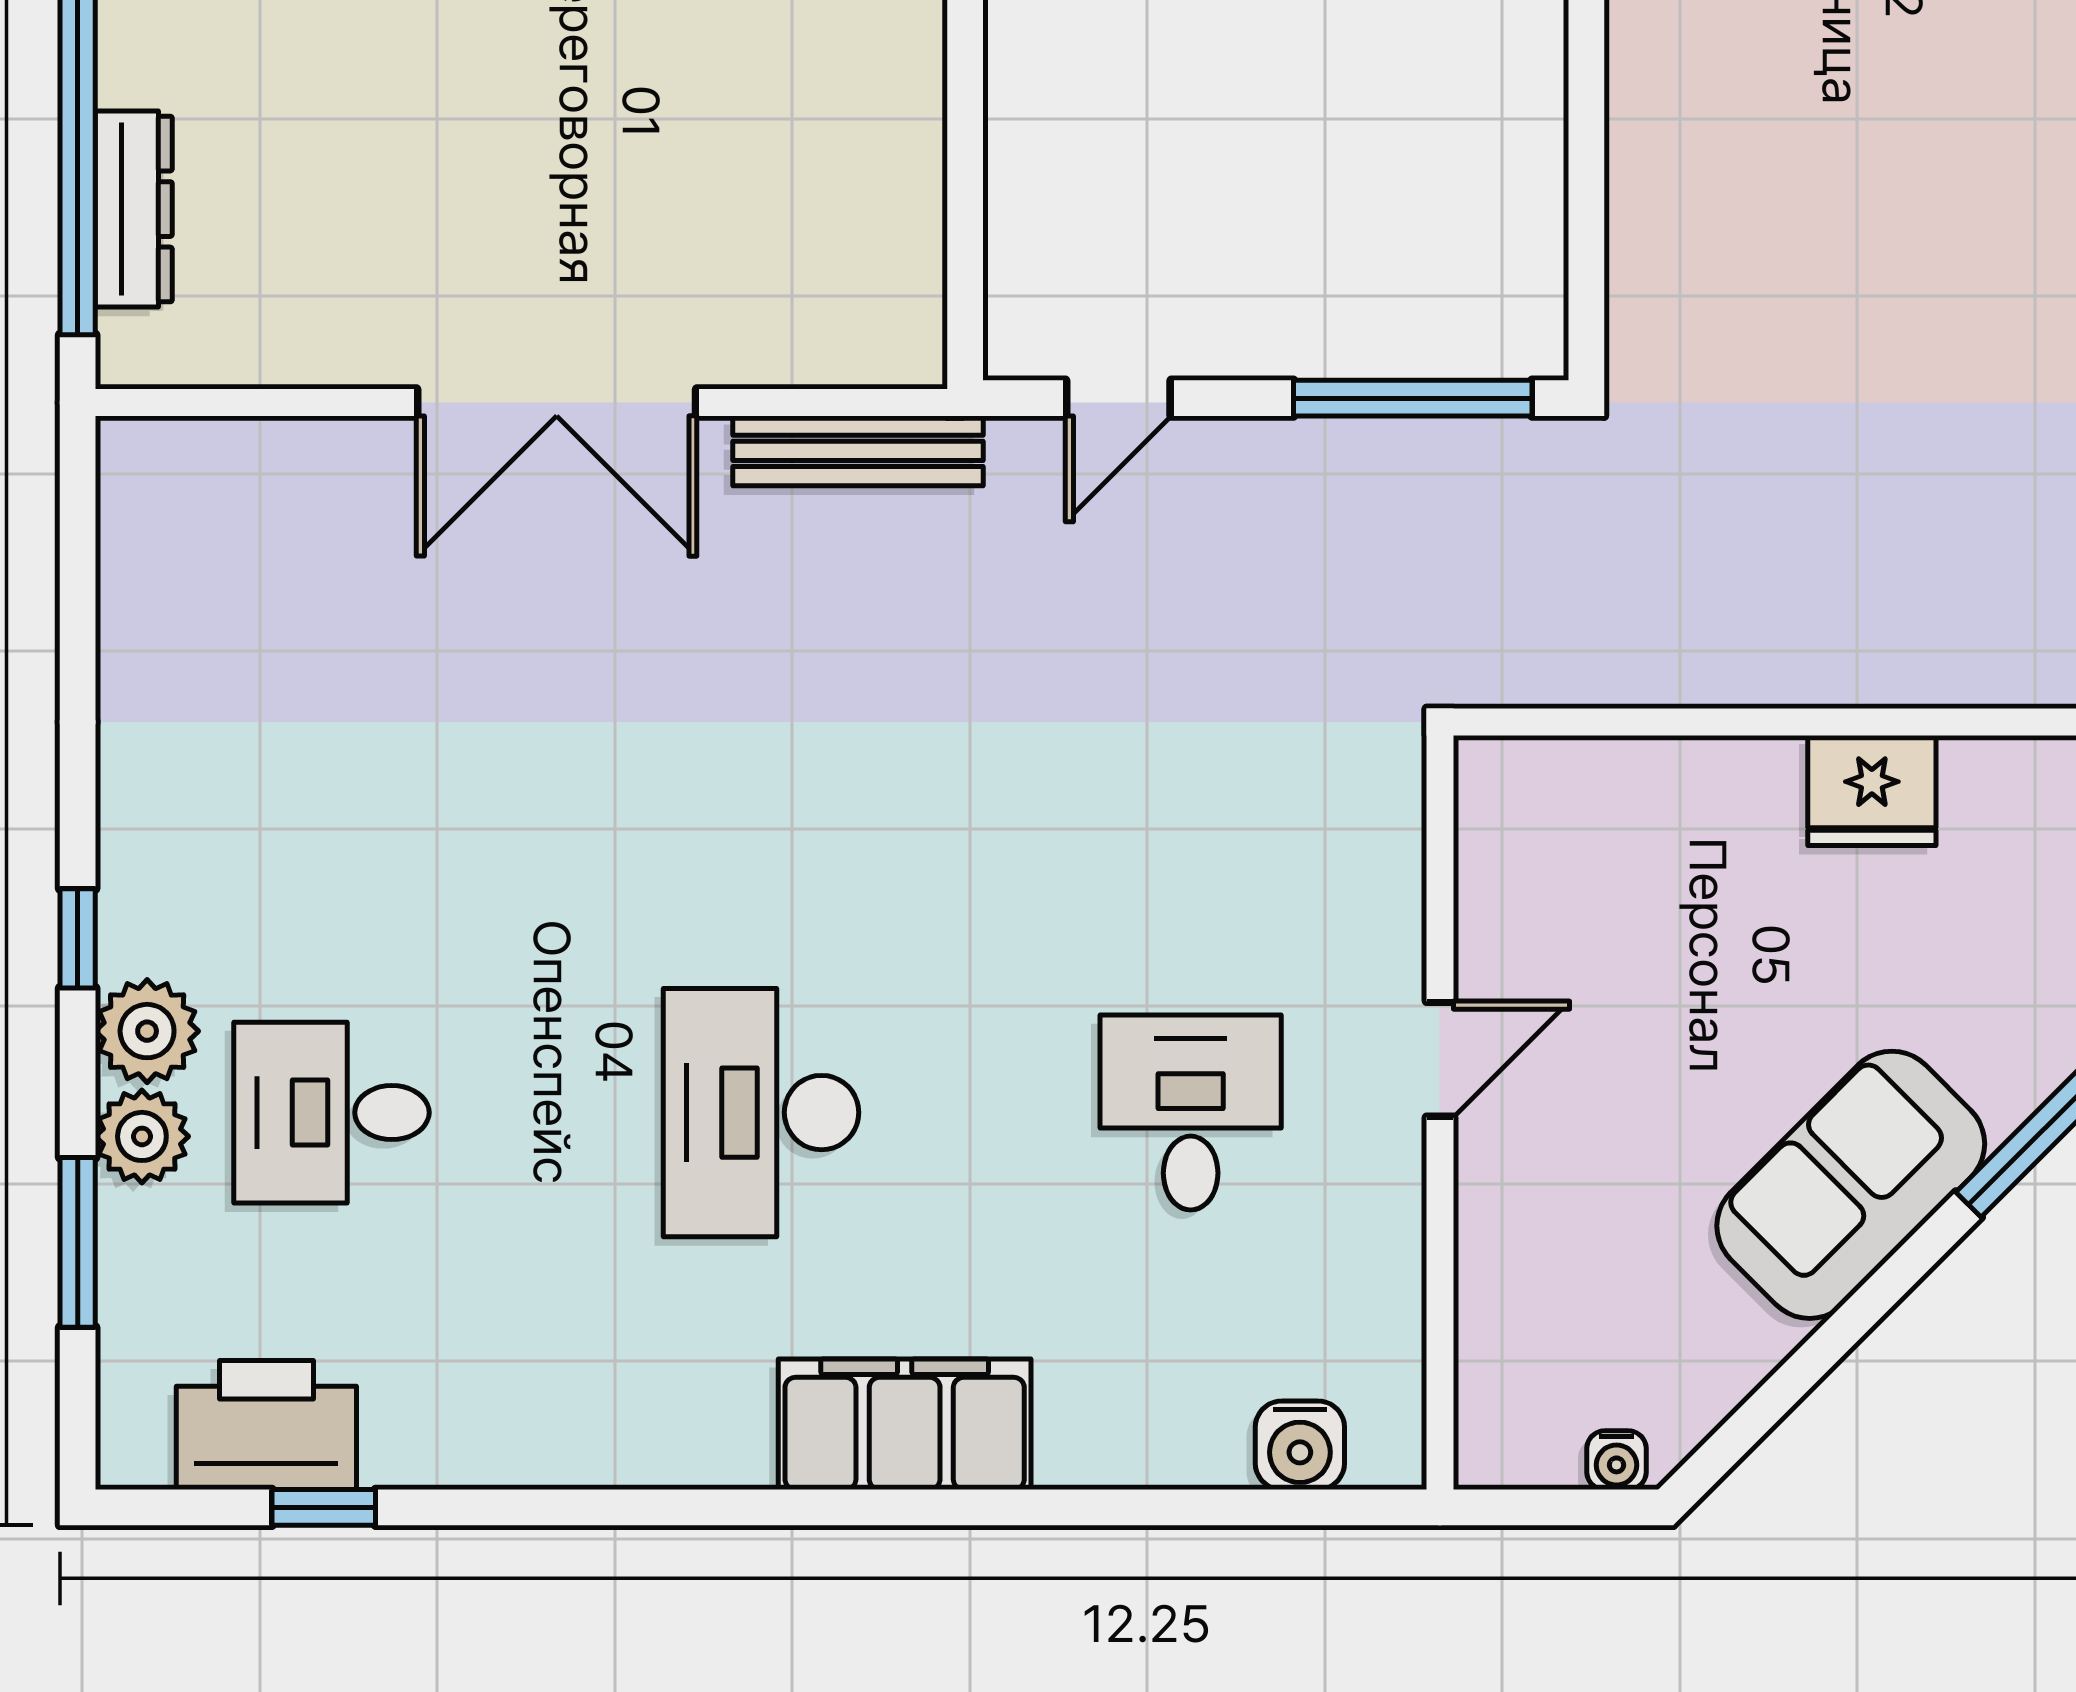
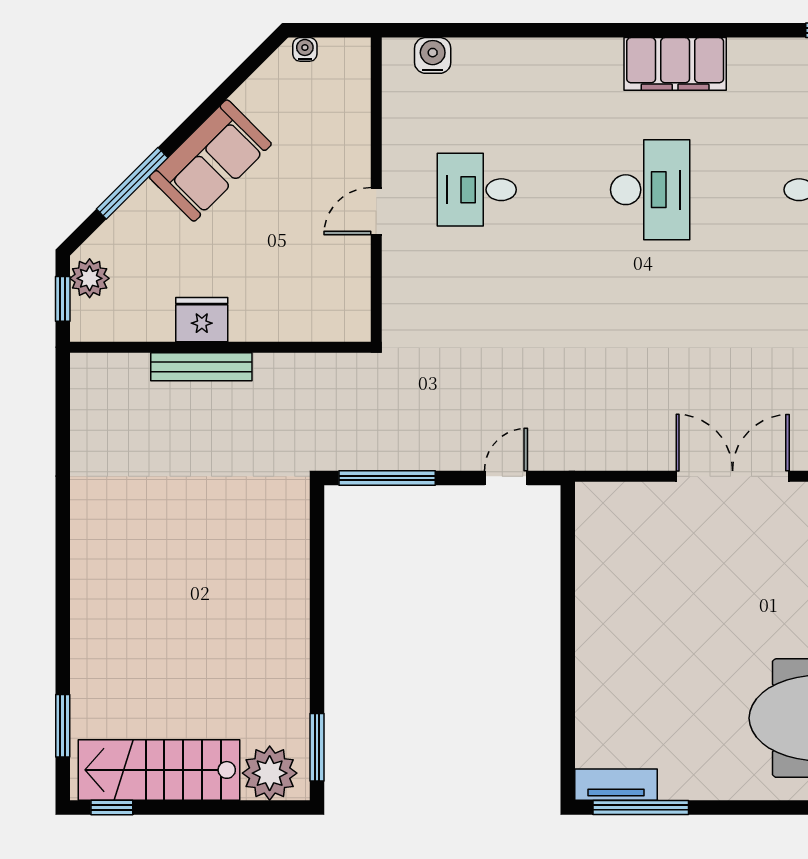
bench: (858, 451) -> (201, 367), moved
desk: (1191, 1113) -> (477, 190), turned 90
filing cabinet: (905, 1424) -> (675, 64), moved

